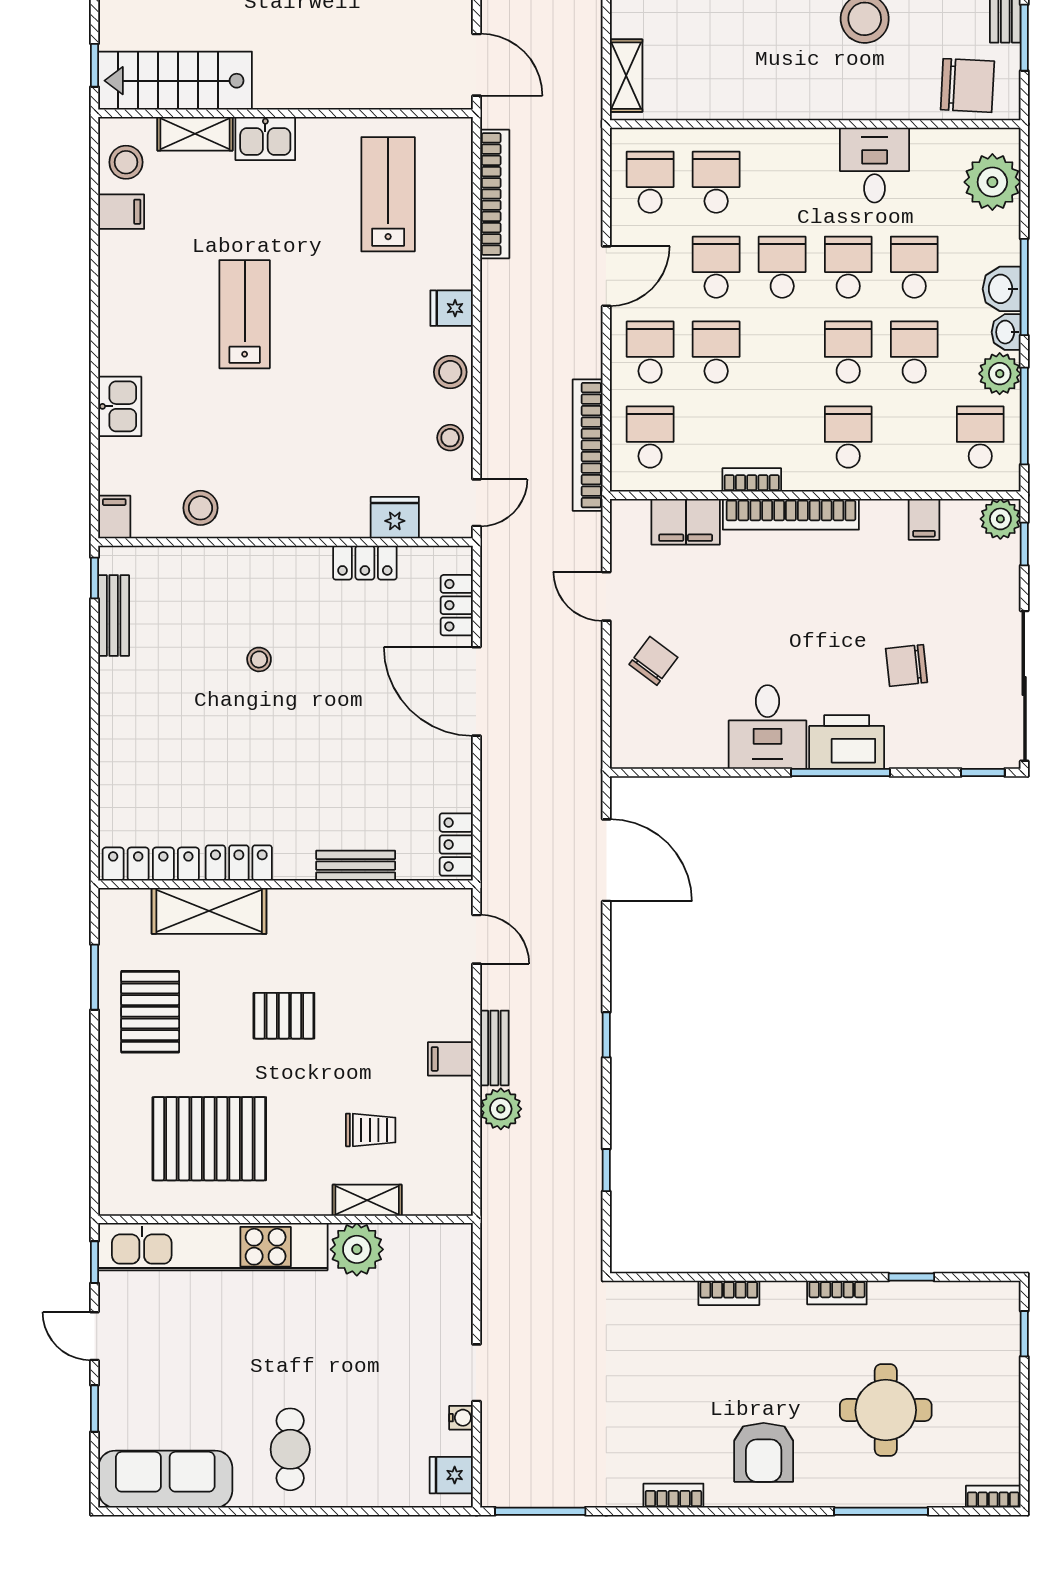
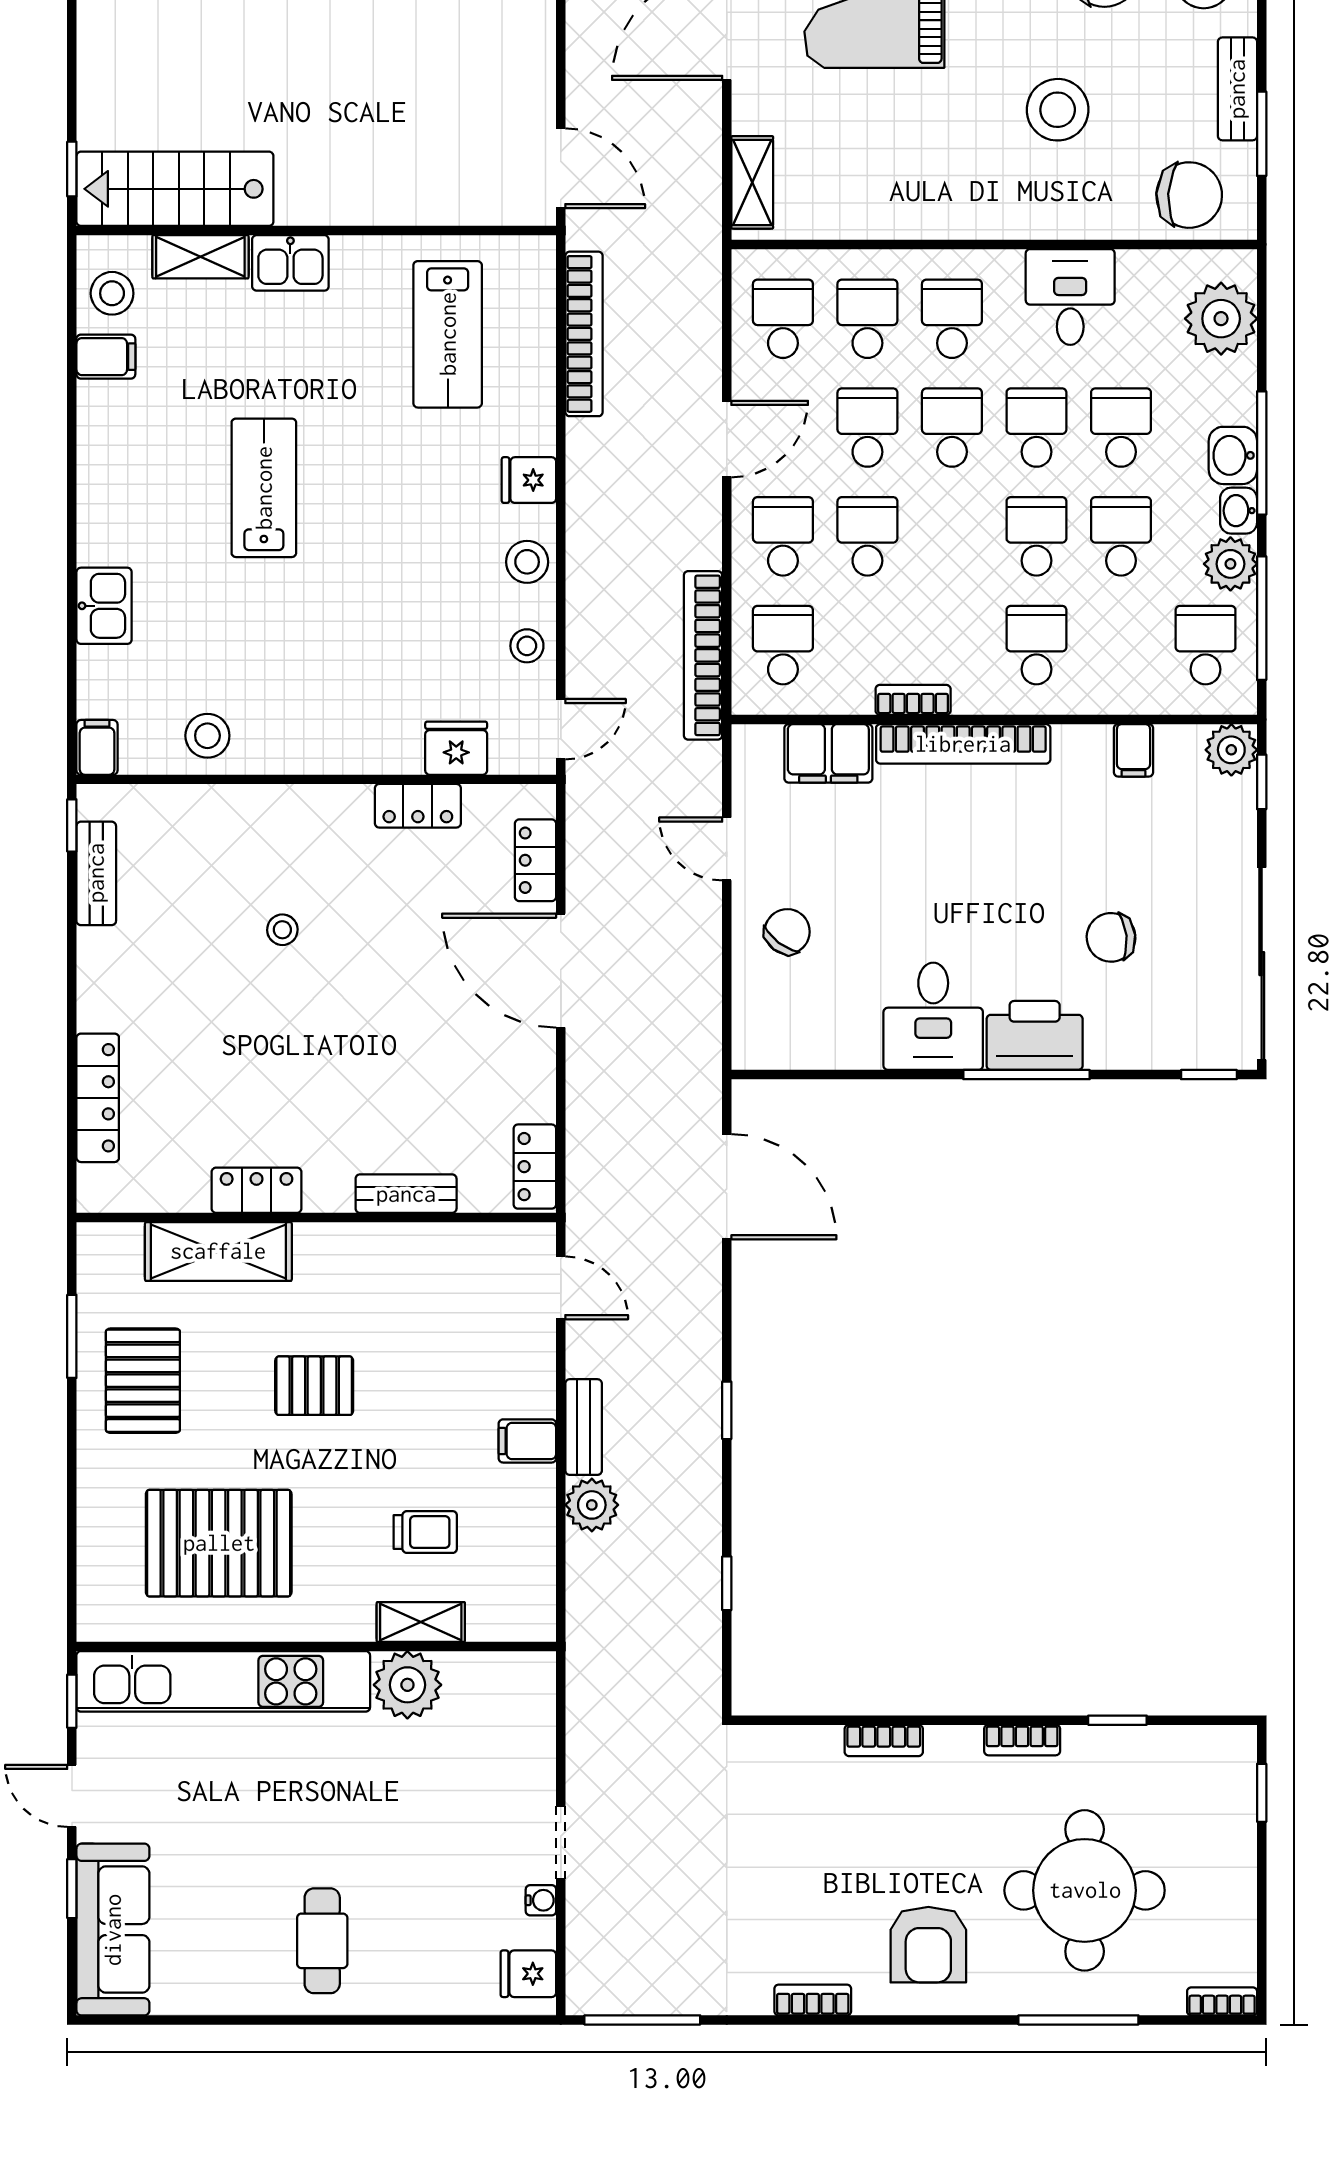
school desk: (782, 182) -> (952, 319), added
lab bench: (388, 194) -> (448, 334), turned 180
locker: (151, 864) -> (98, 1098), moved, turned 90
round table: (886, 1410) -> (1085, 1890), width x1.36, depth x1.36
sofa: (165, 1479) -> (113, 1930), moved, turned 90

